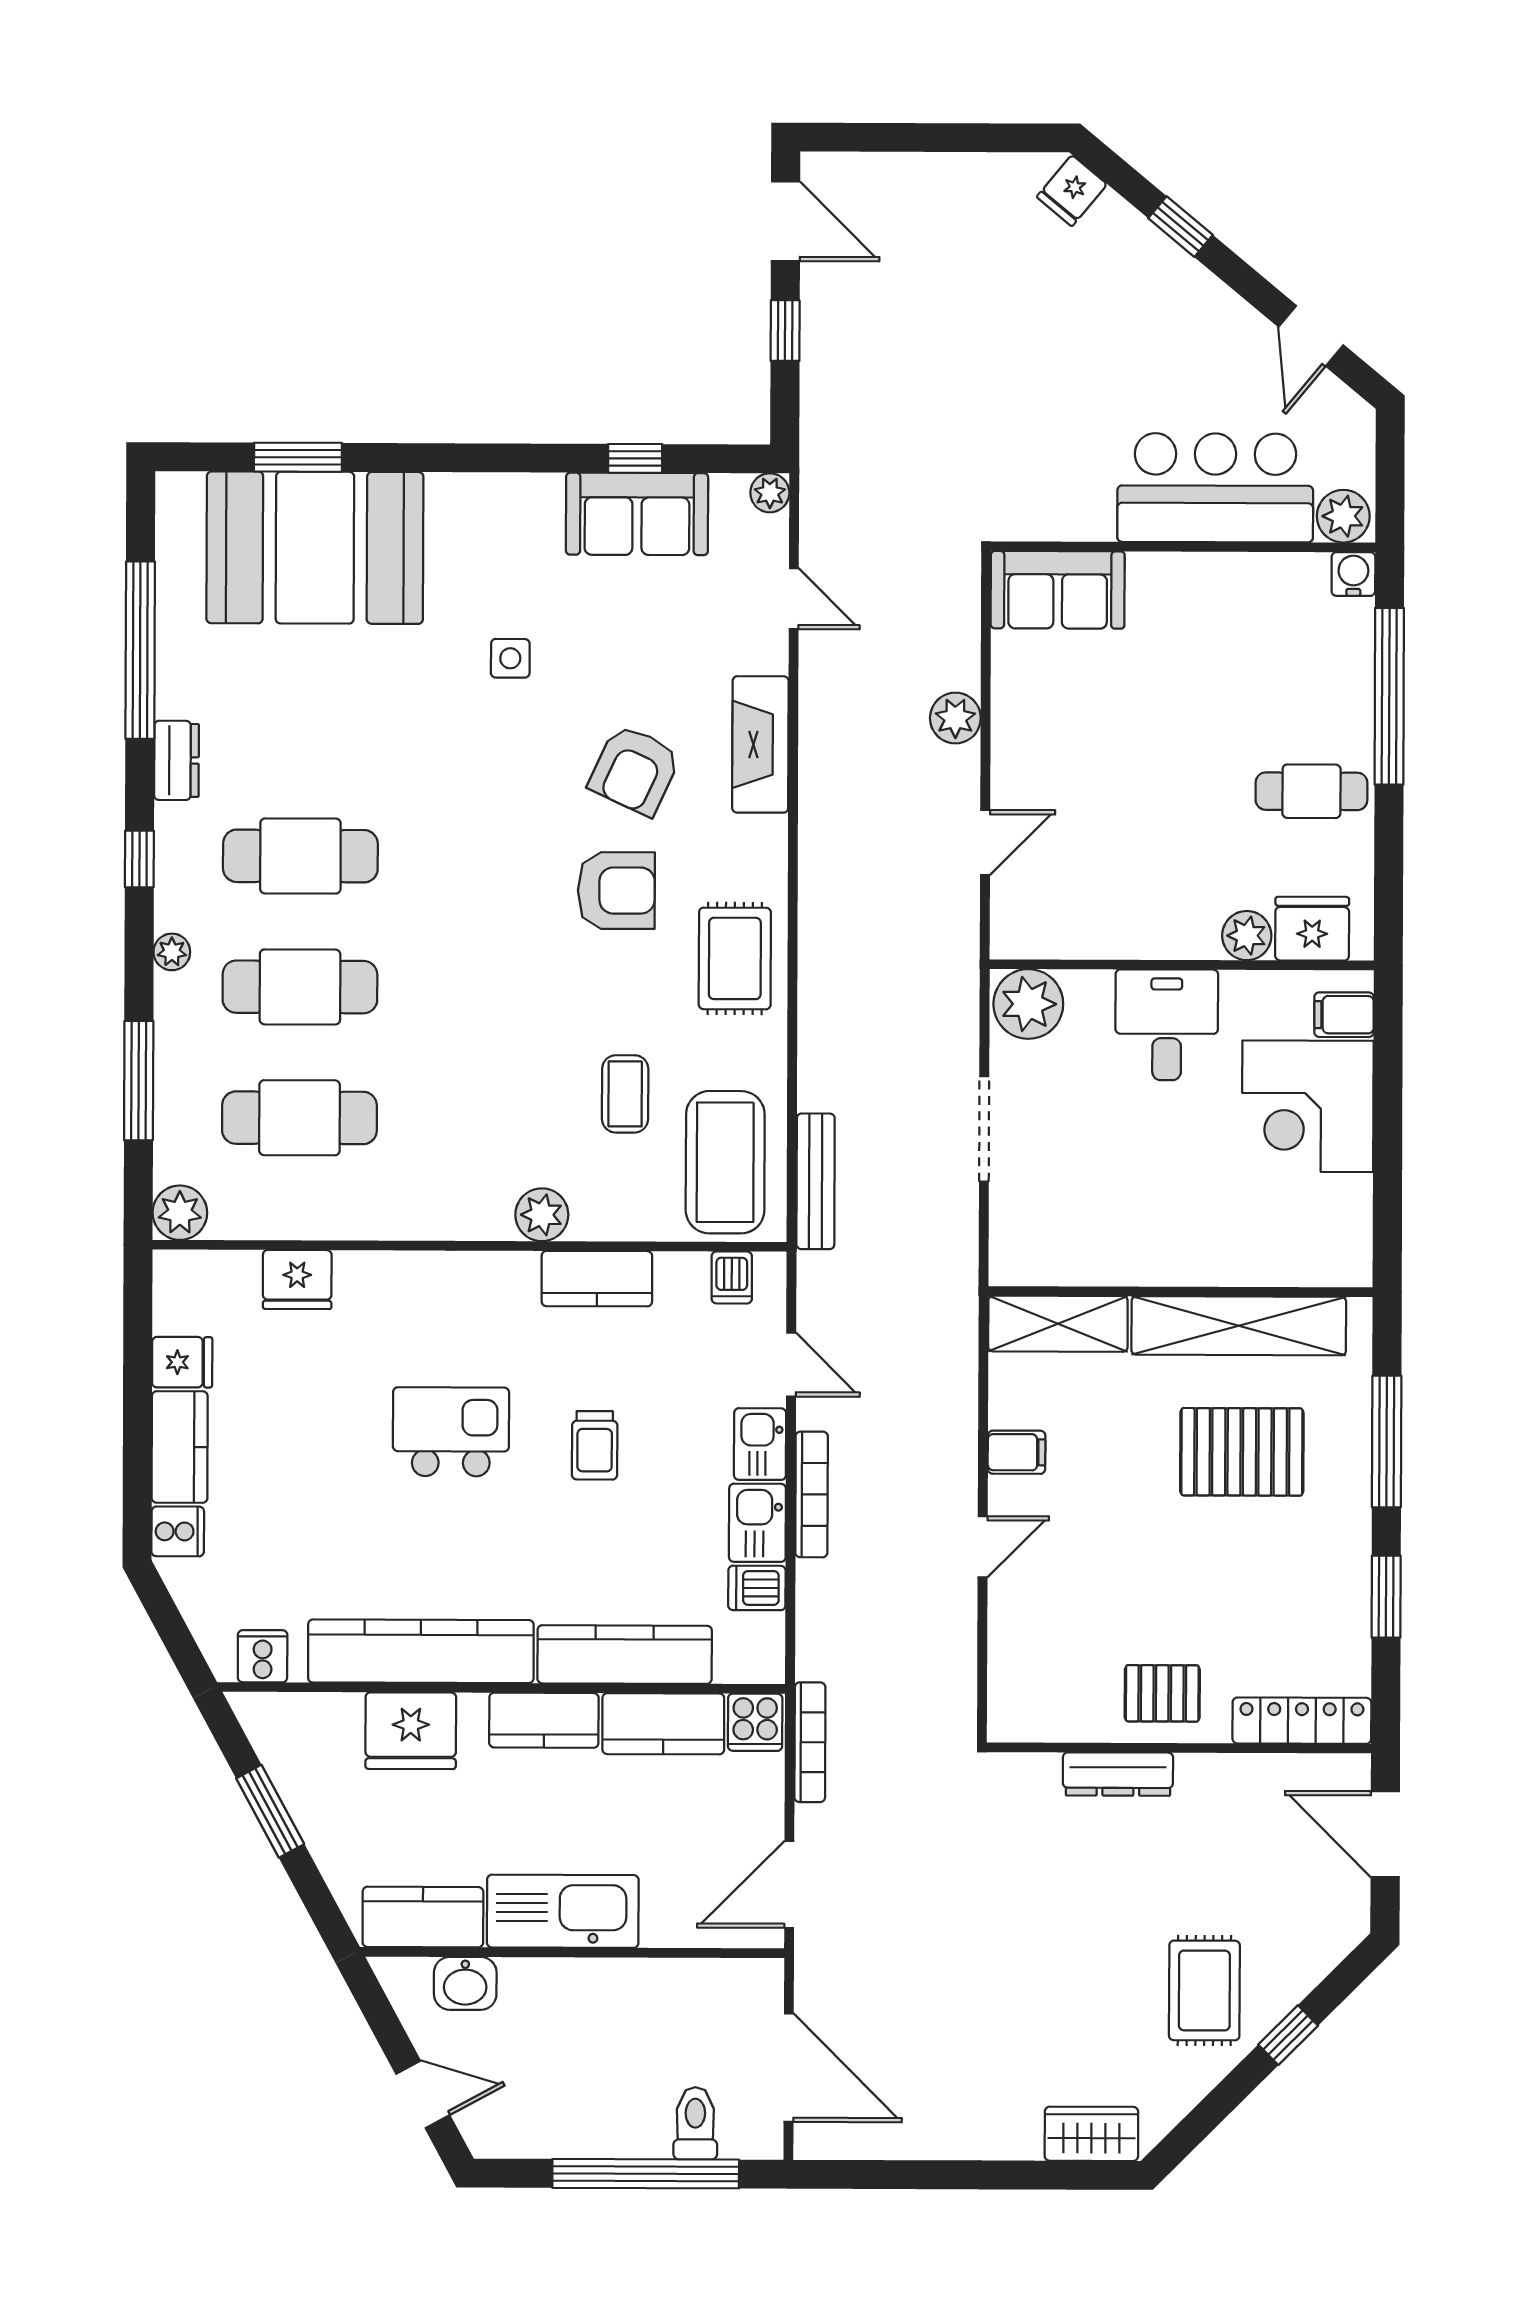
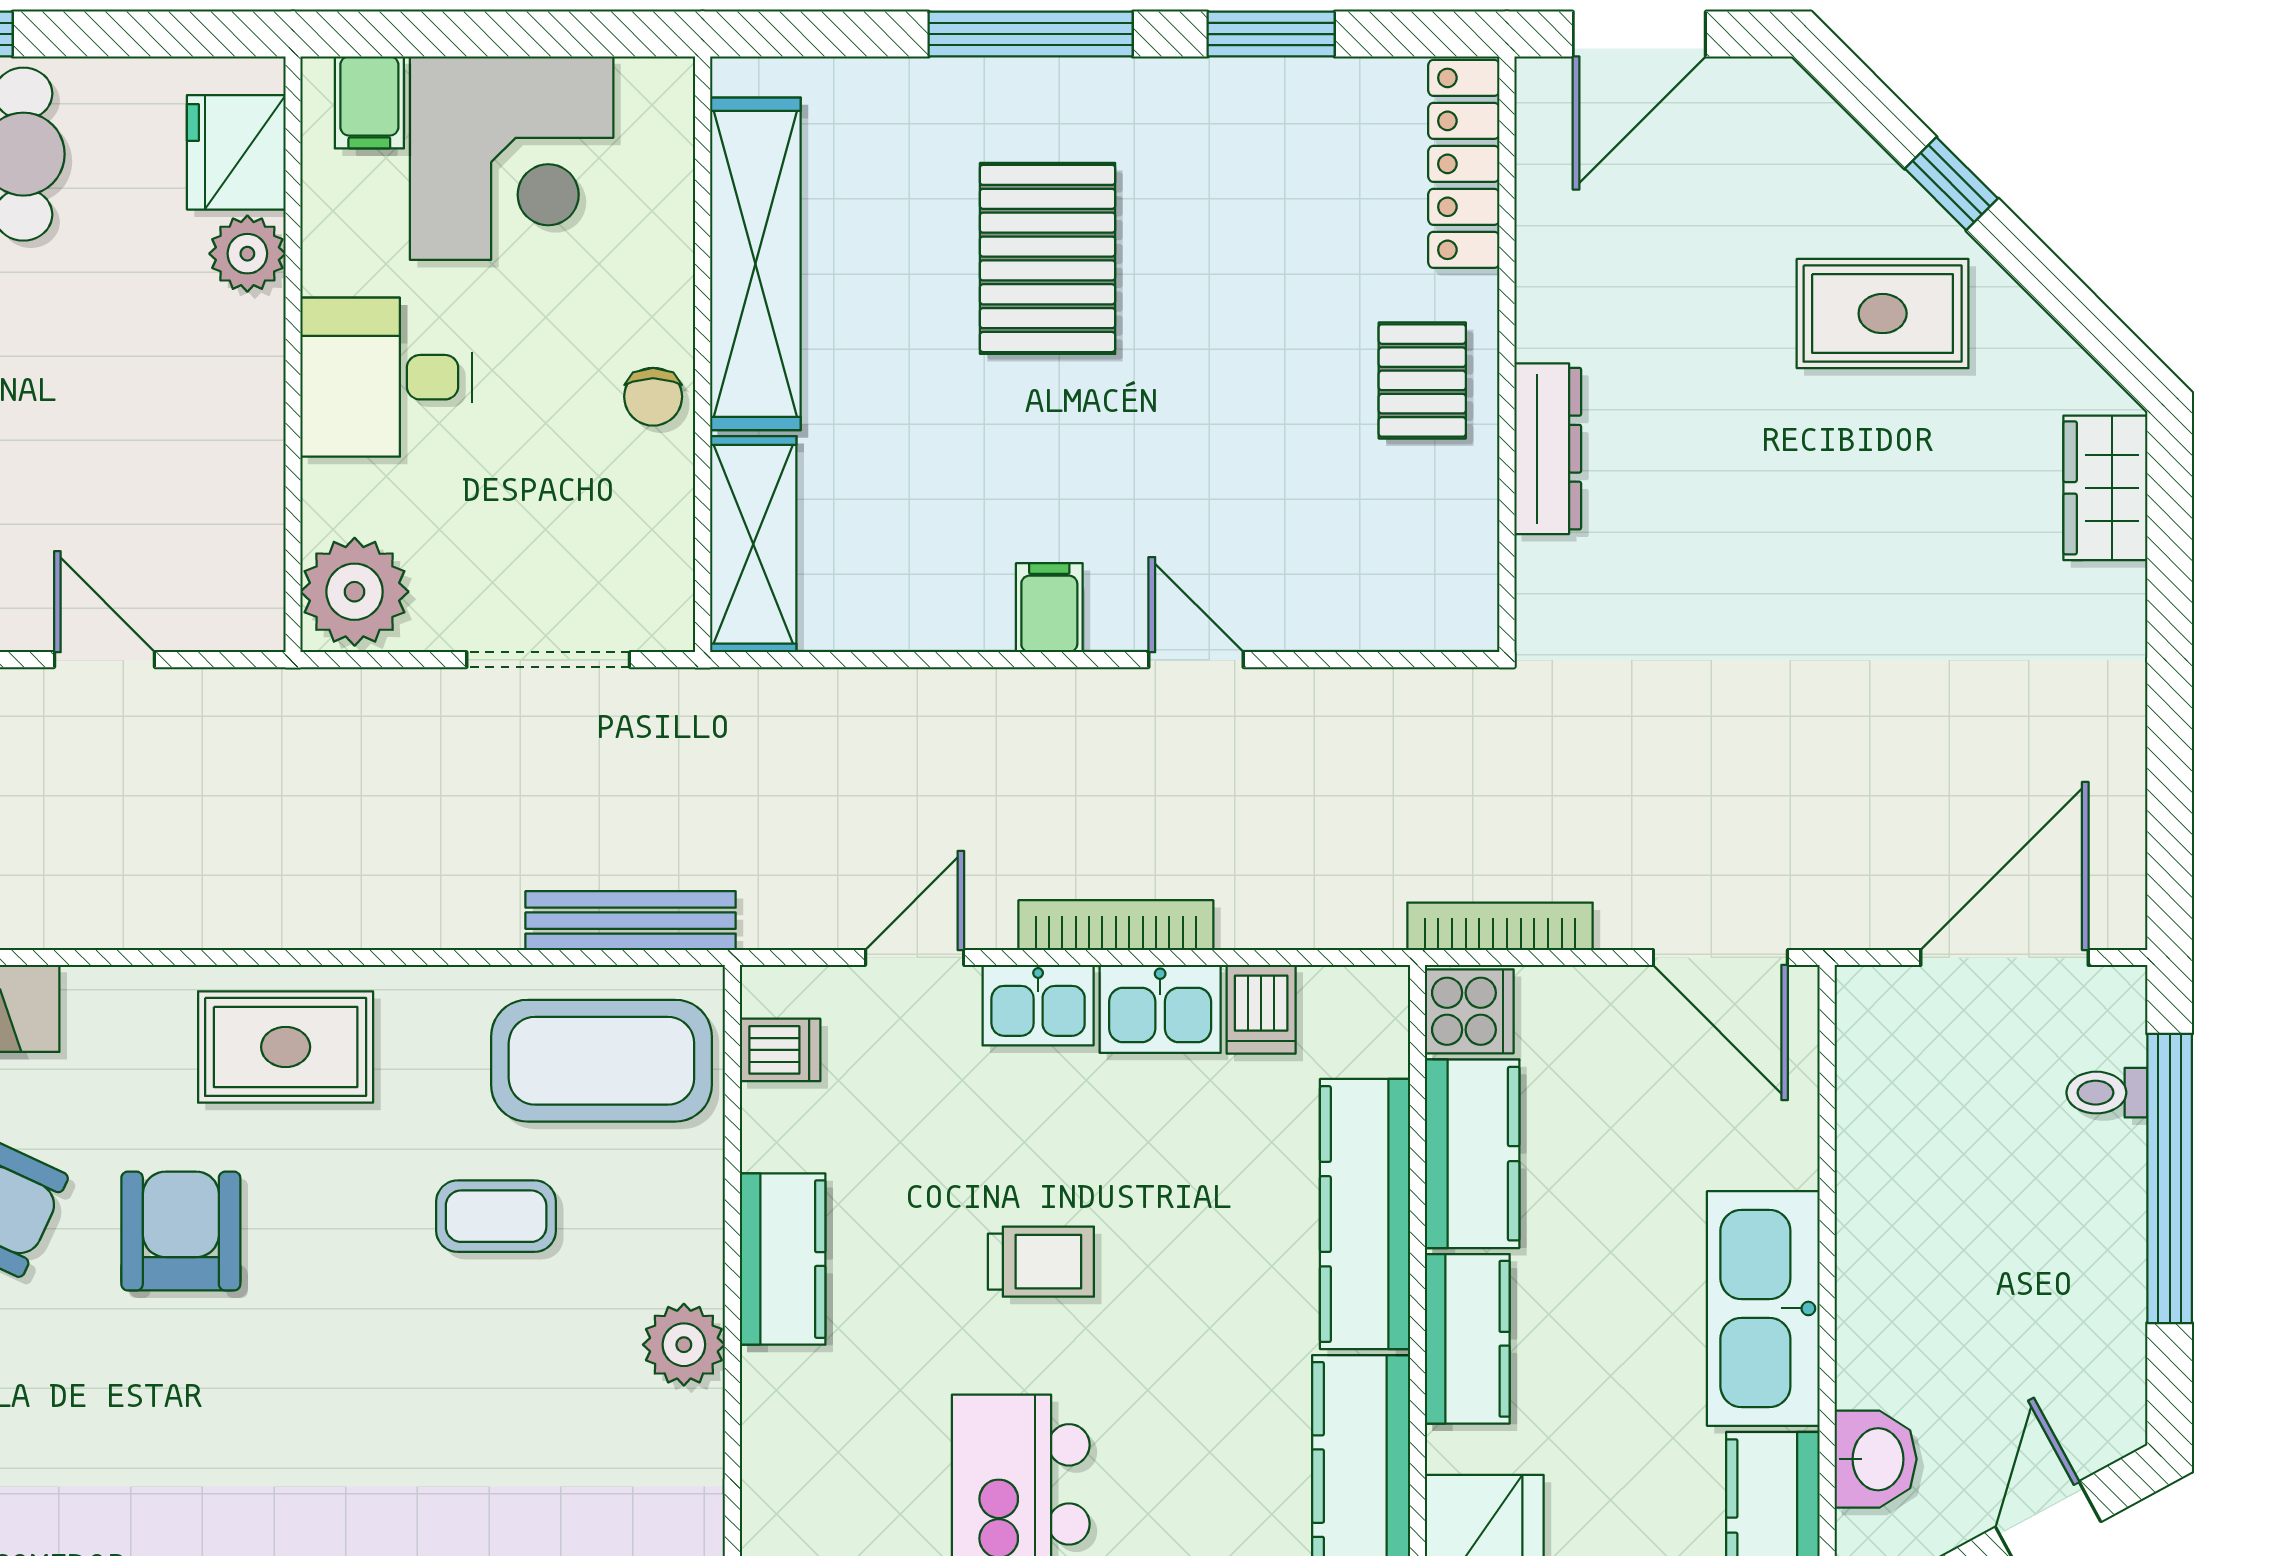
chair: (1154, 1197) -> (653, 397), added
wall: (1181, 1292) -> (703, 354), moved
shelving: (1058, 1324) -> (753, 544), moved
shelving: (1239, 1326) -> (755, 264), moved
toilet: (695, 2123) -> (2107, 1093), width x0.73, depth x0.72

